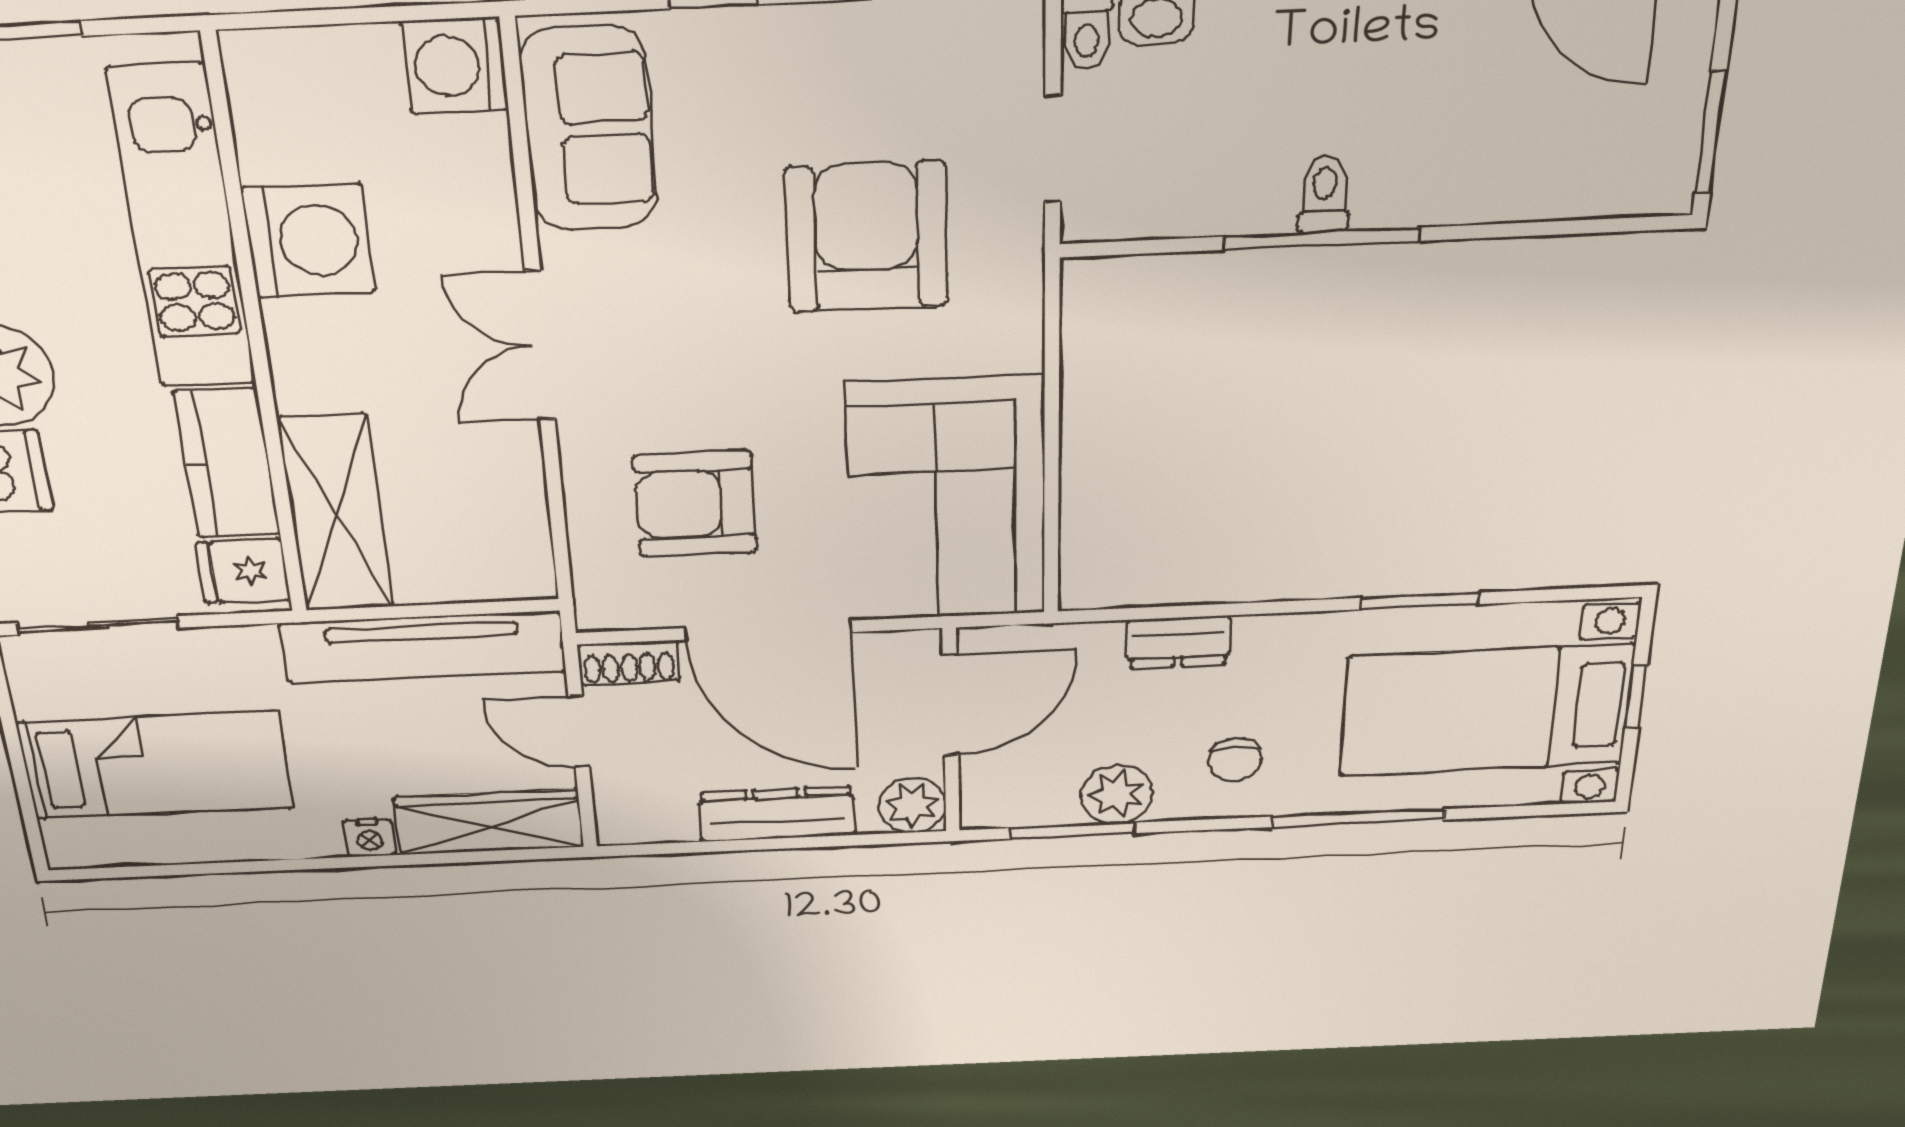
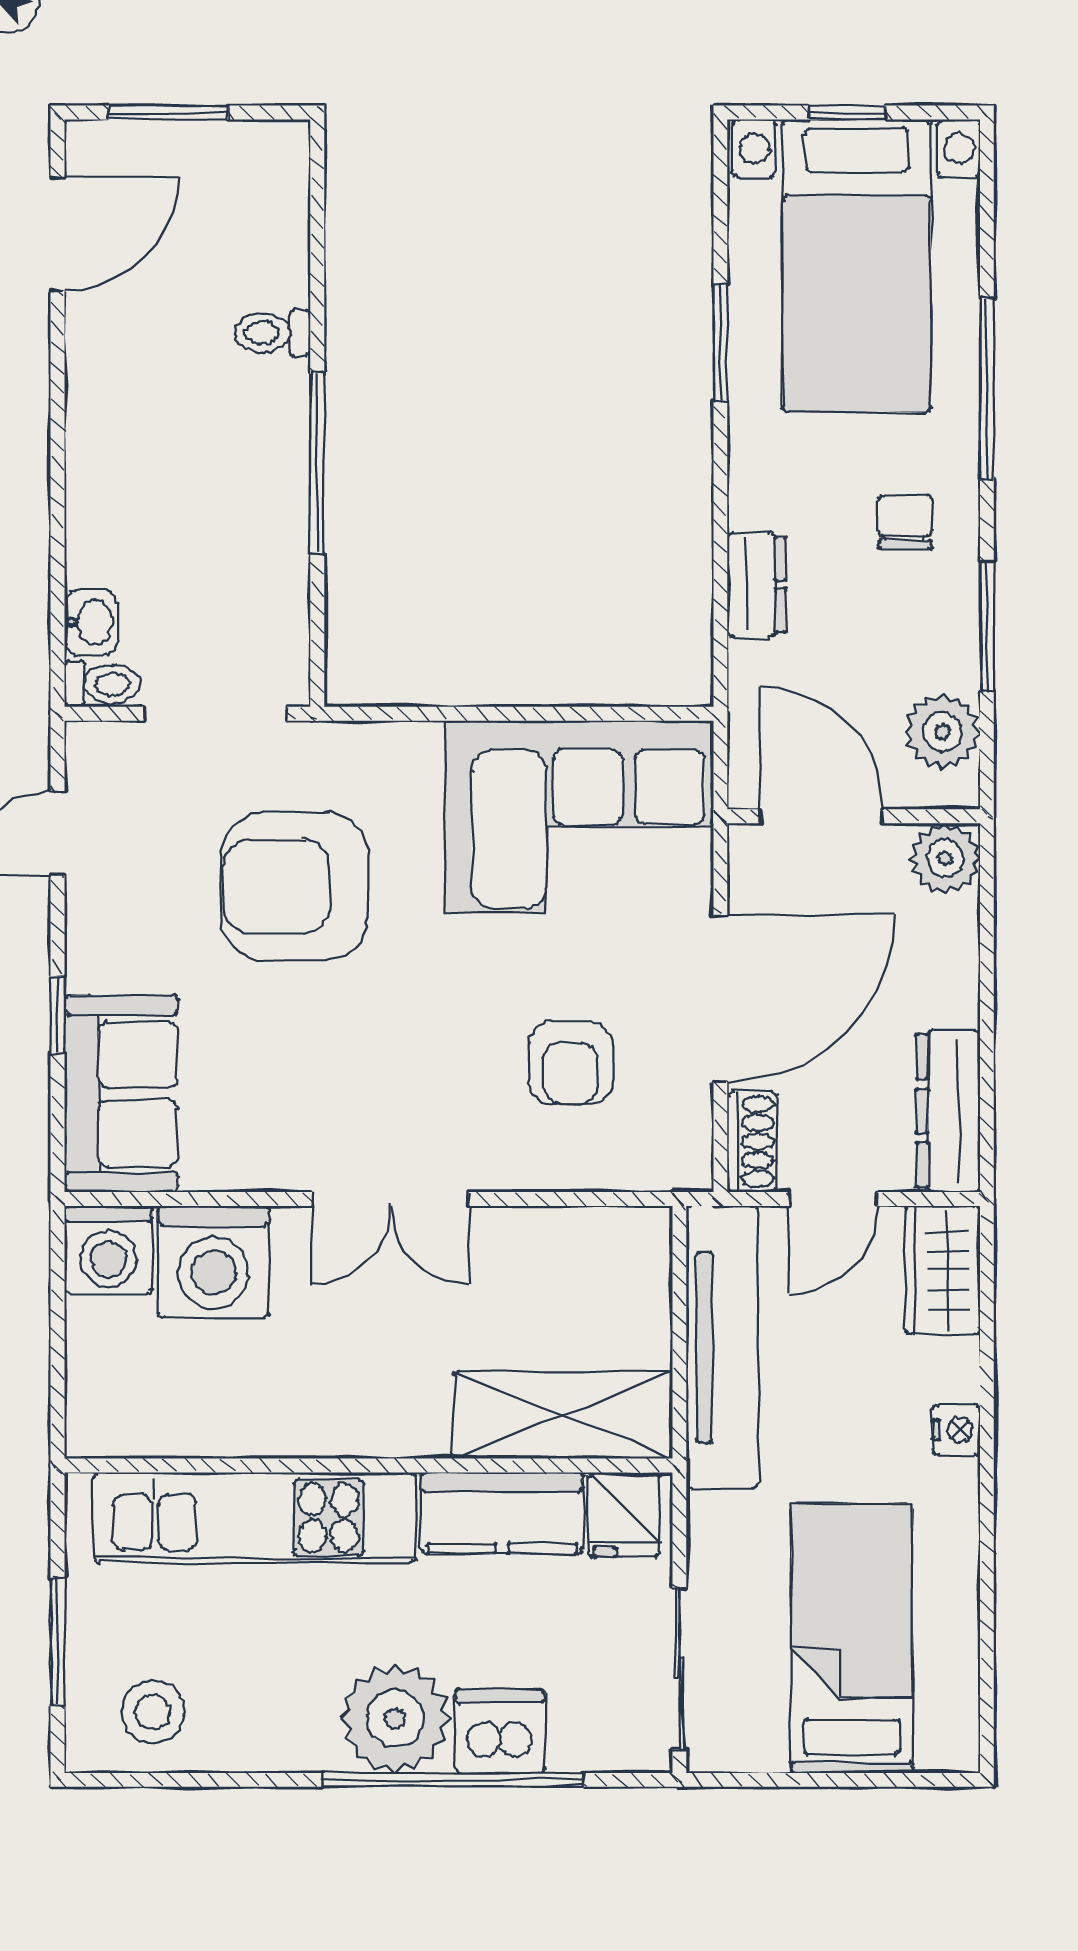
sofa: (589, 130) -> (121, 1094), moved, turned 90
window: (1711, 133) -> (168, 112), moved
doorway: (1053, 149) -> (215, 714), width x1.38
toilet: (1324, 194) -> (272, 333), moved
washing machine: (309, 241) -> (214, 1261), moved, turned 180
armchair: (695, 504) -> (571, 1063), width x0.72, depth x0.72
chair: (1235, 760) -> (905, 522), turned -90
plant: (1117, 794) -> (943, 732), moved
dresser: (777, 814) -> (948, 1111), moved
wardrobe: (489, 822) -> (943, 1270), width x0.67
window: (1073, 831) -> (987, 626), moved

